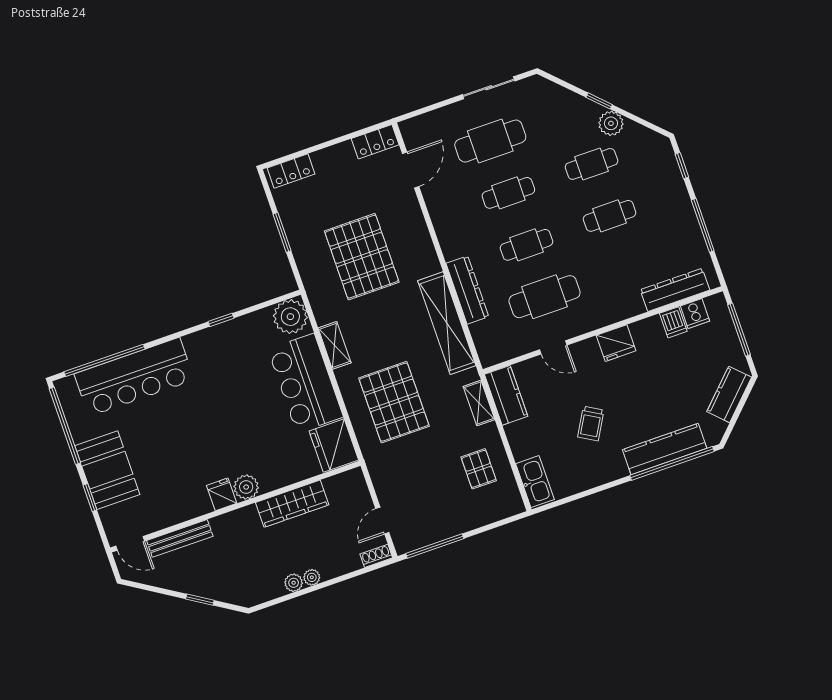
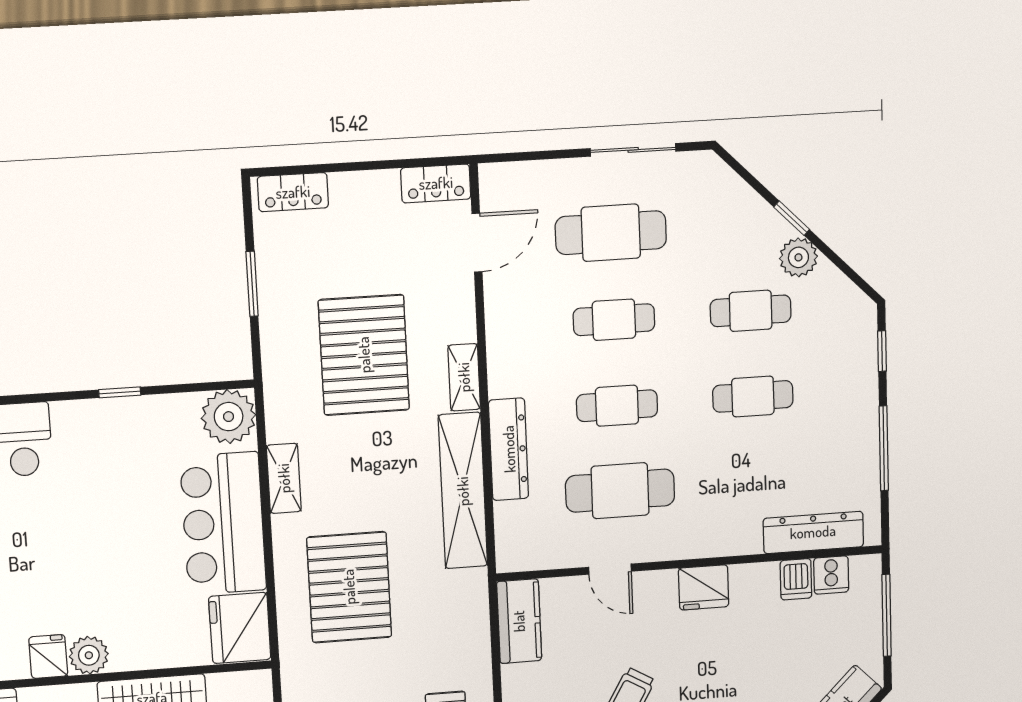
shelving: (479, 403) -> (464, 377), moved

